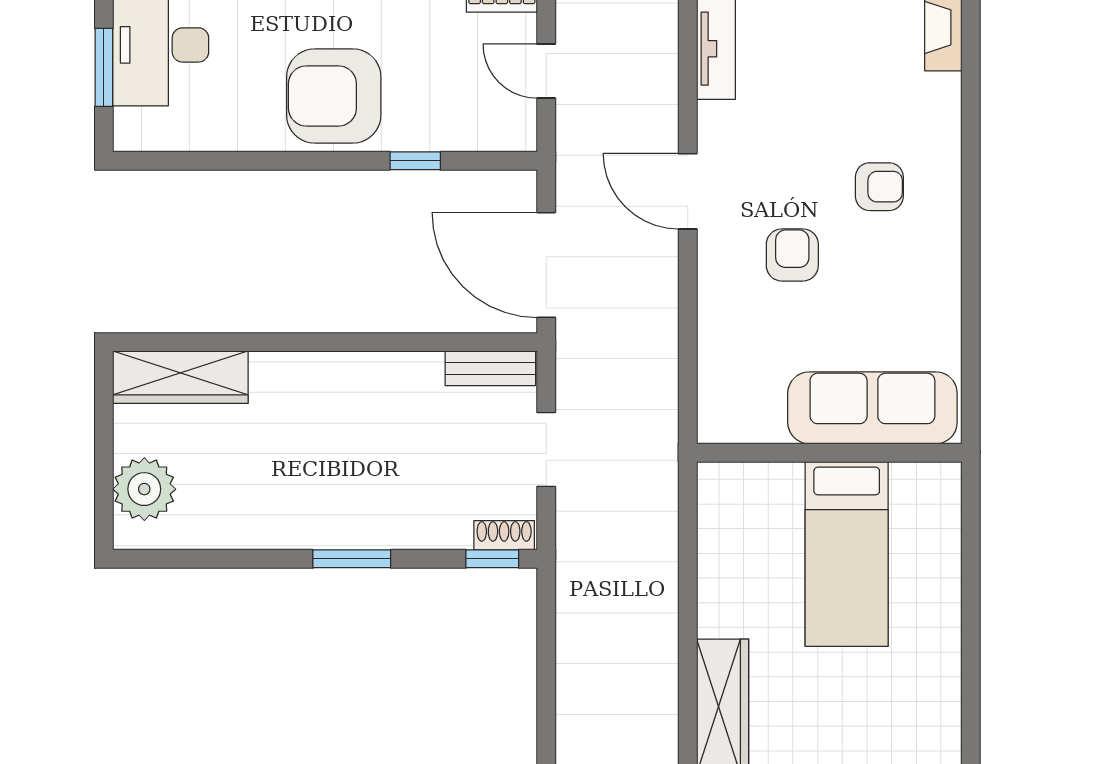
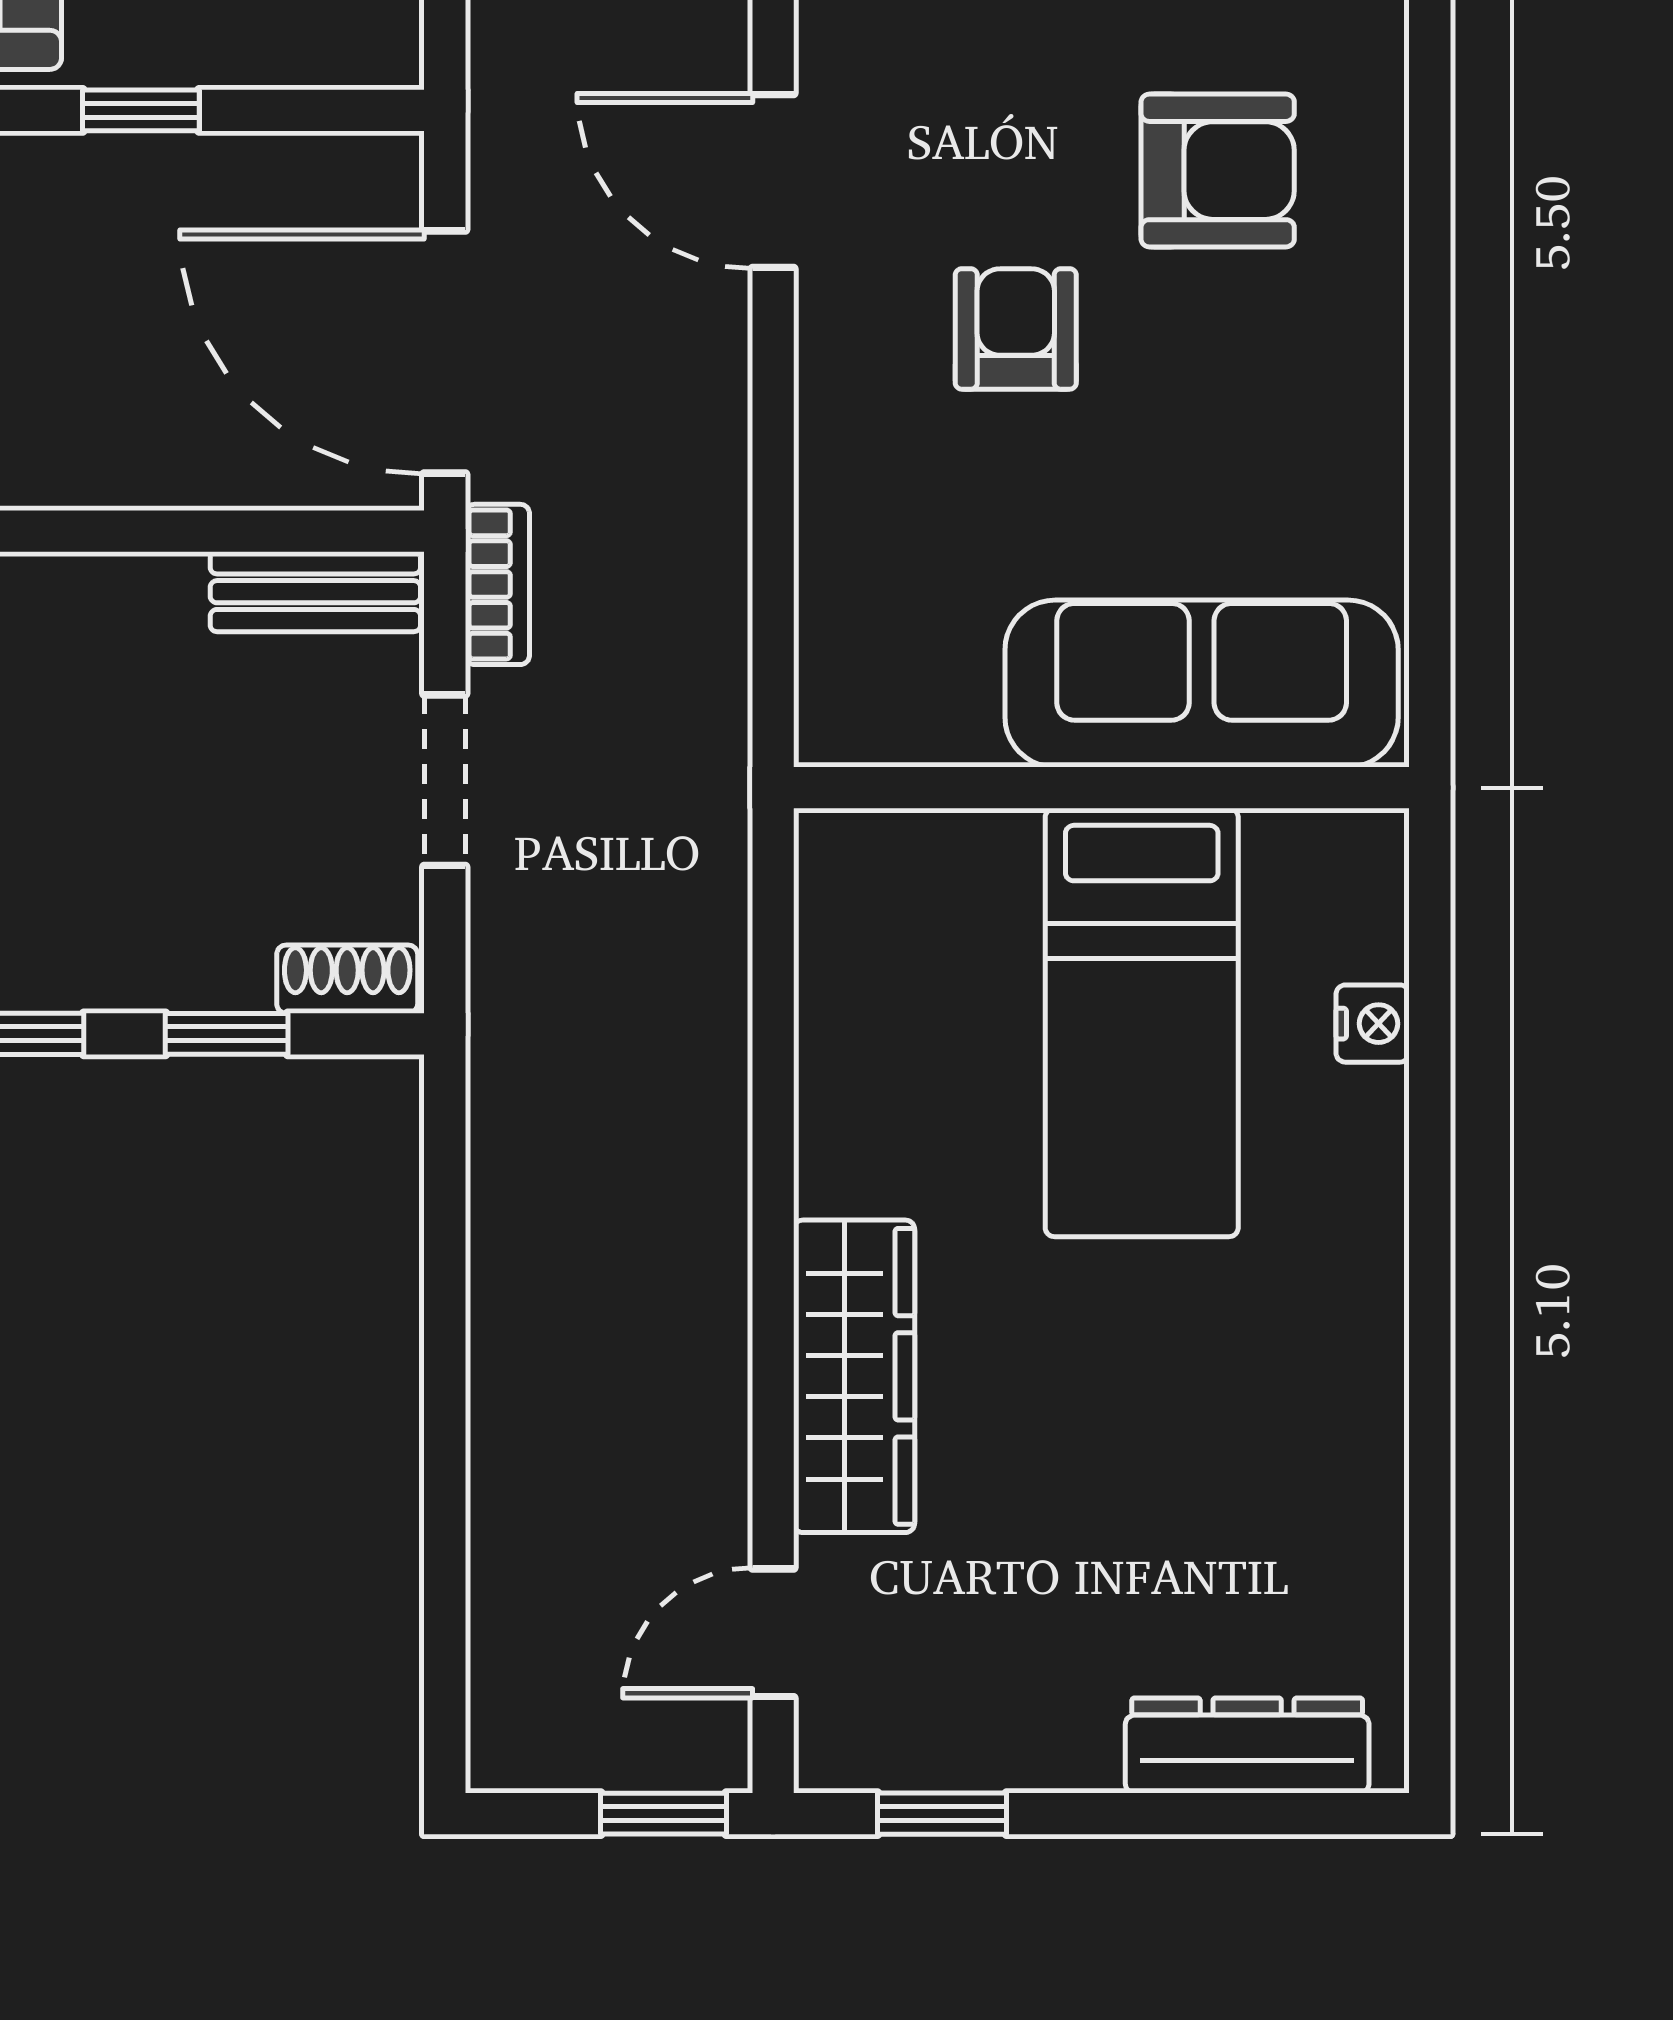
armchair: (879, 187) -> (1218, 171), width x1.38, depth x1.38
bookcase: (569, 365) -> (497, 584), added
nightstand: (946, 554) -> (1373, 1024), added
window: (492, 559) -> (227, 1034), moved

